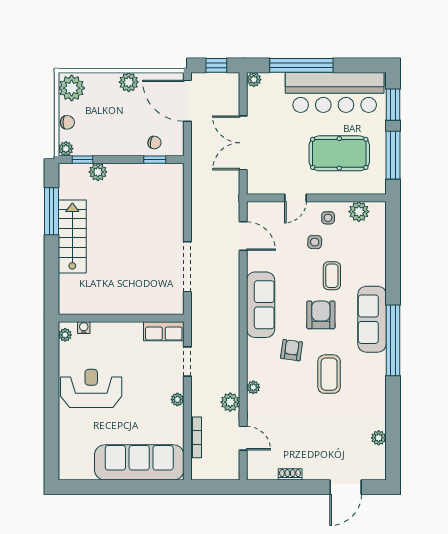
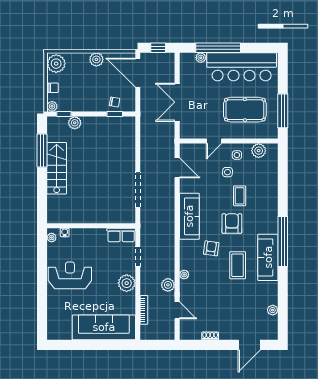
plant: (254, 80) -> (201, 58), moved
window: (393, 105) -> (283, 75), removed
sofa: (372, 319) -> (268, 257), moved
plant: (177, 400) -> (127, 283), width x1.87, depth x1.87

